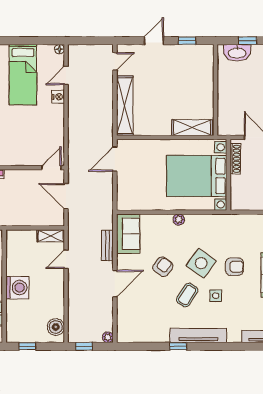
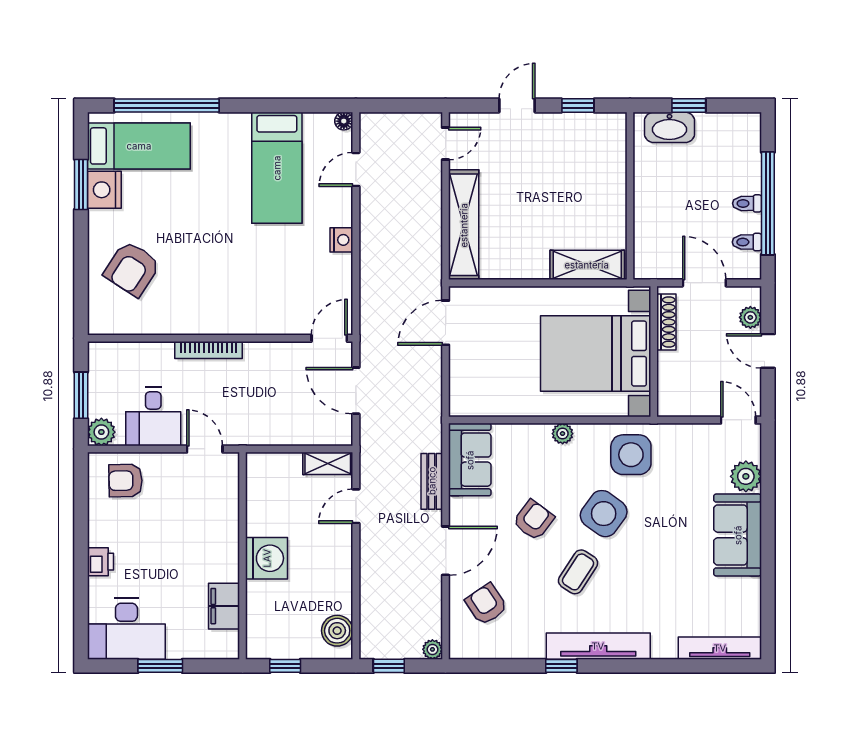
nightstand: (58, 97) -> (341, 240), moved
armchair: (234, 267) -> (486, 604), moved, turned -124
side table: (216, 296) -> (631, 455), moved, width x1.87, depth x1.87

